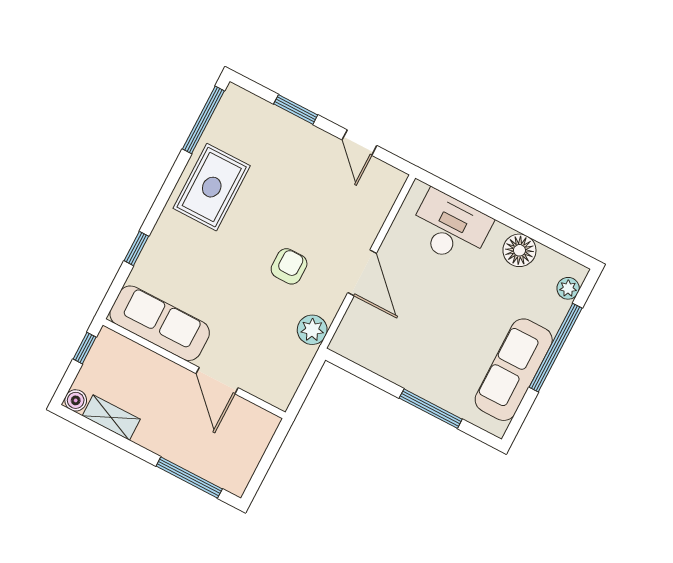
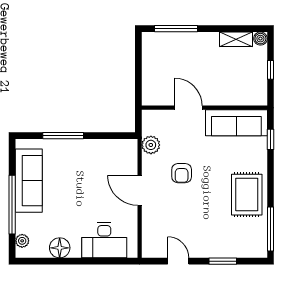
sofa: (160, 323) -> (236, 123), moved
wall: (194, 369) -> (204, 108), moved
door: (217, 381) -> (188, 108), moved

